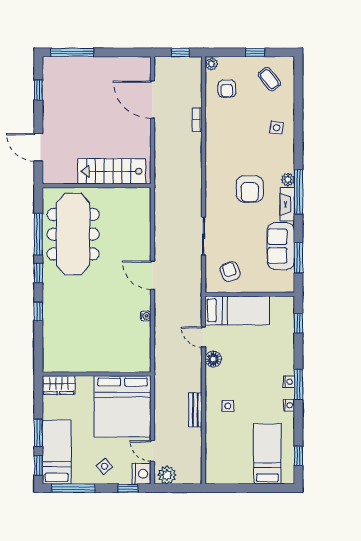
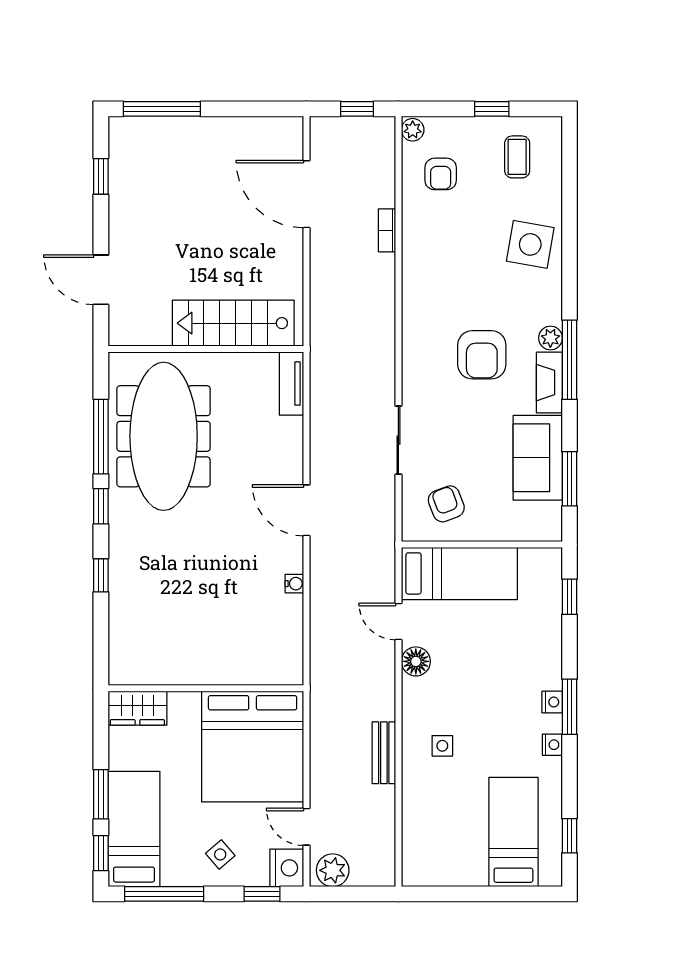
coffee table: (269, 79) -> (517, 157), turned 38
side table: (277, 128) -> (530, 244), width x1.87, depth x1.87
tv unit: (144, 205) -> (291, 384), added

